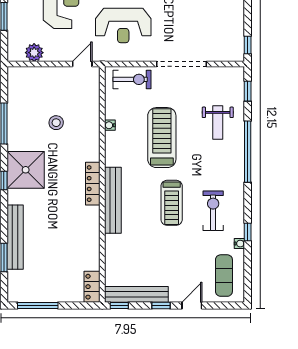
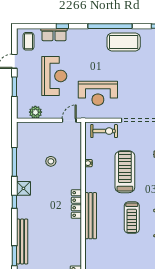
shower: (26, 170) -> (23, 188), width x0.54, depth x0.54

